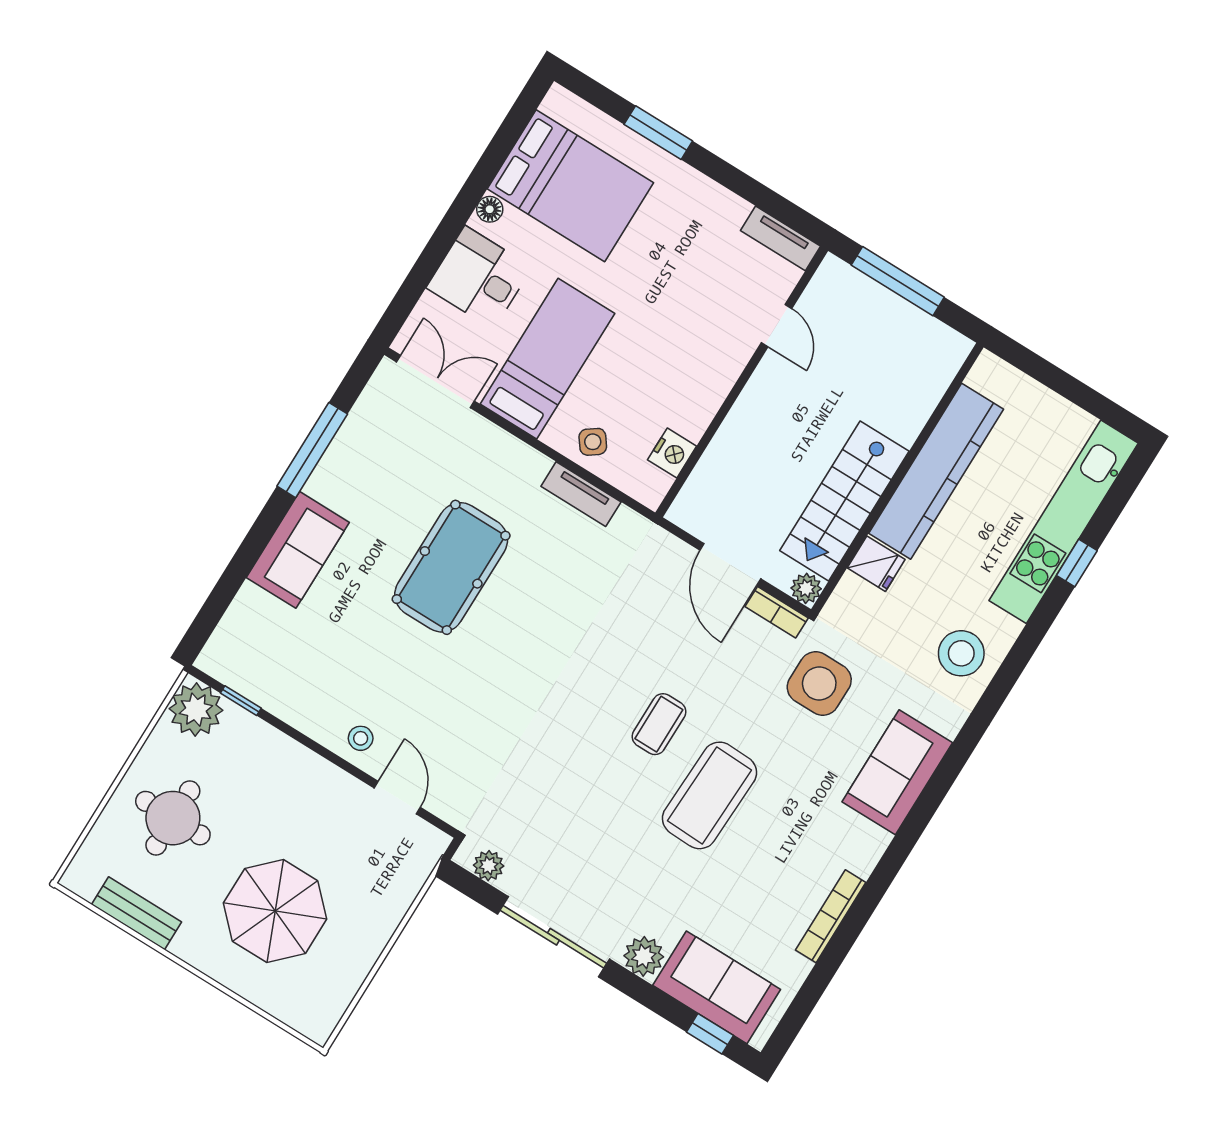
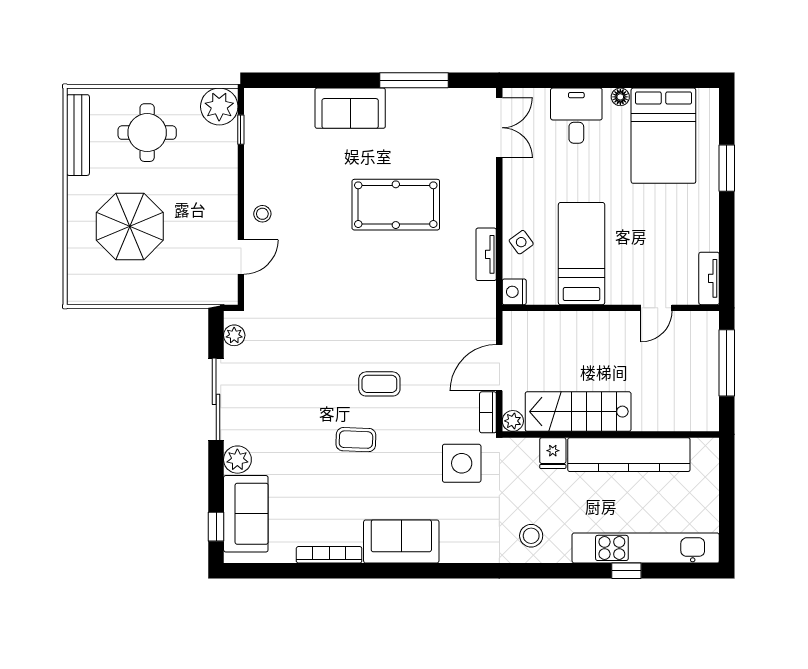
bed: (547, 359) -> (582, 254), moved, turned -90
nightstand: (672, 453) -> (514, 292), moved, turned 90
stool: (961, 653) -> (531, 536), width x0.73, depth x0.73
sofa: (897, 772) -> (401, 541), moved
coffee table: (710, 795) -> (356, 440), width x0.54, depth x0.58
bench: (136, 913) -> (78, 135), width x1.36

